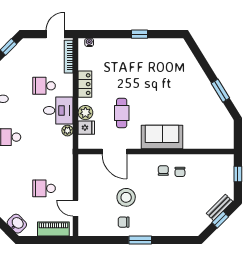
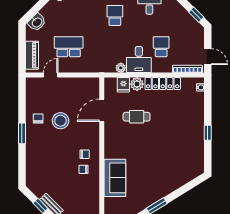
locker: (85, 84) -> (163, 84), width x1.53
sofa: (162, 137) -> (115, 178), moved
school desk: (44, 188) -> (69, 47), width x1.85

